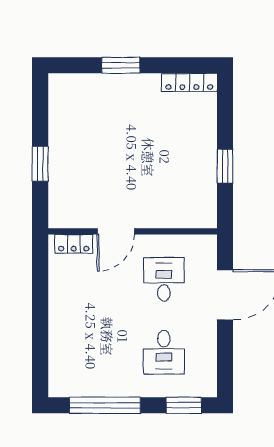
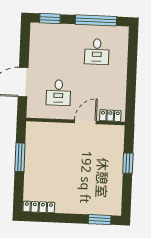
window: (121, 65) -> (100, 220), moved
window: (225, 166) -> (20, 157), width x1.44
desk: (164, 352) -> (97, 52), moved, turned 180

